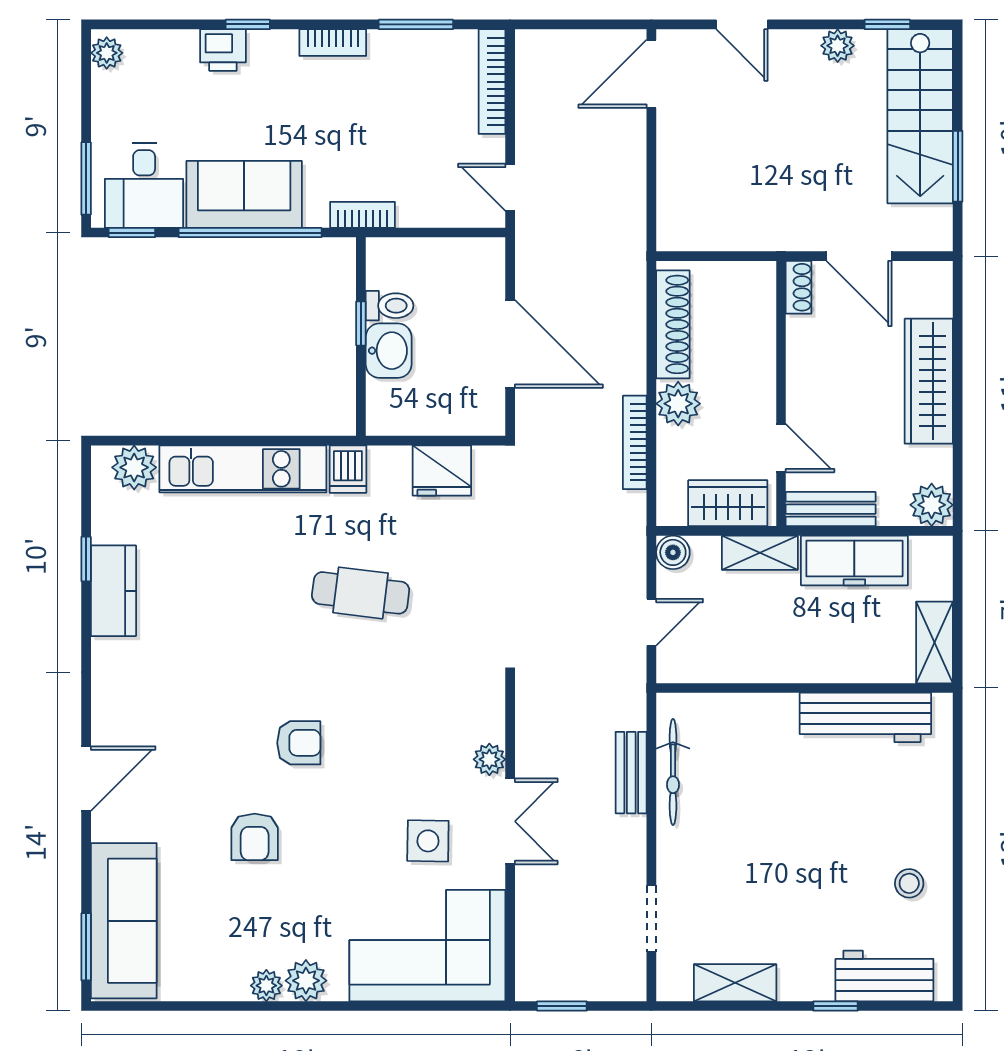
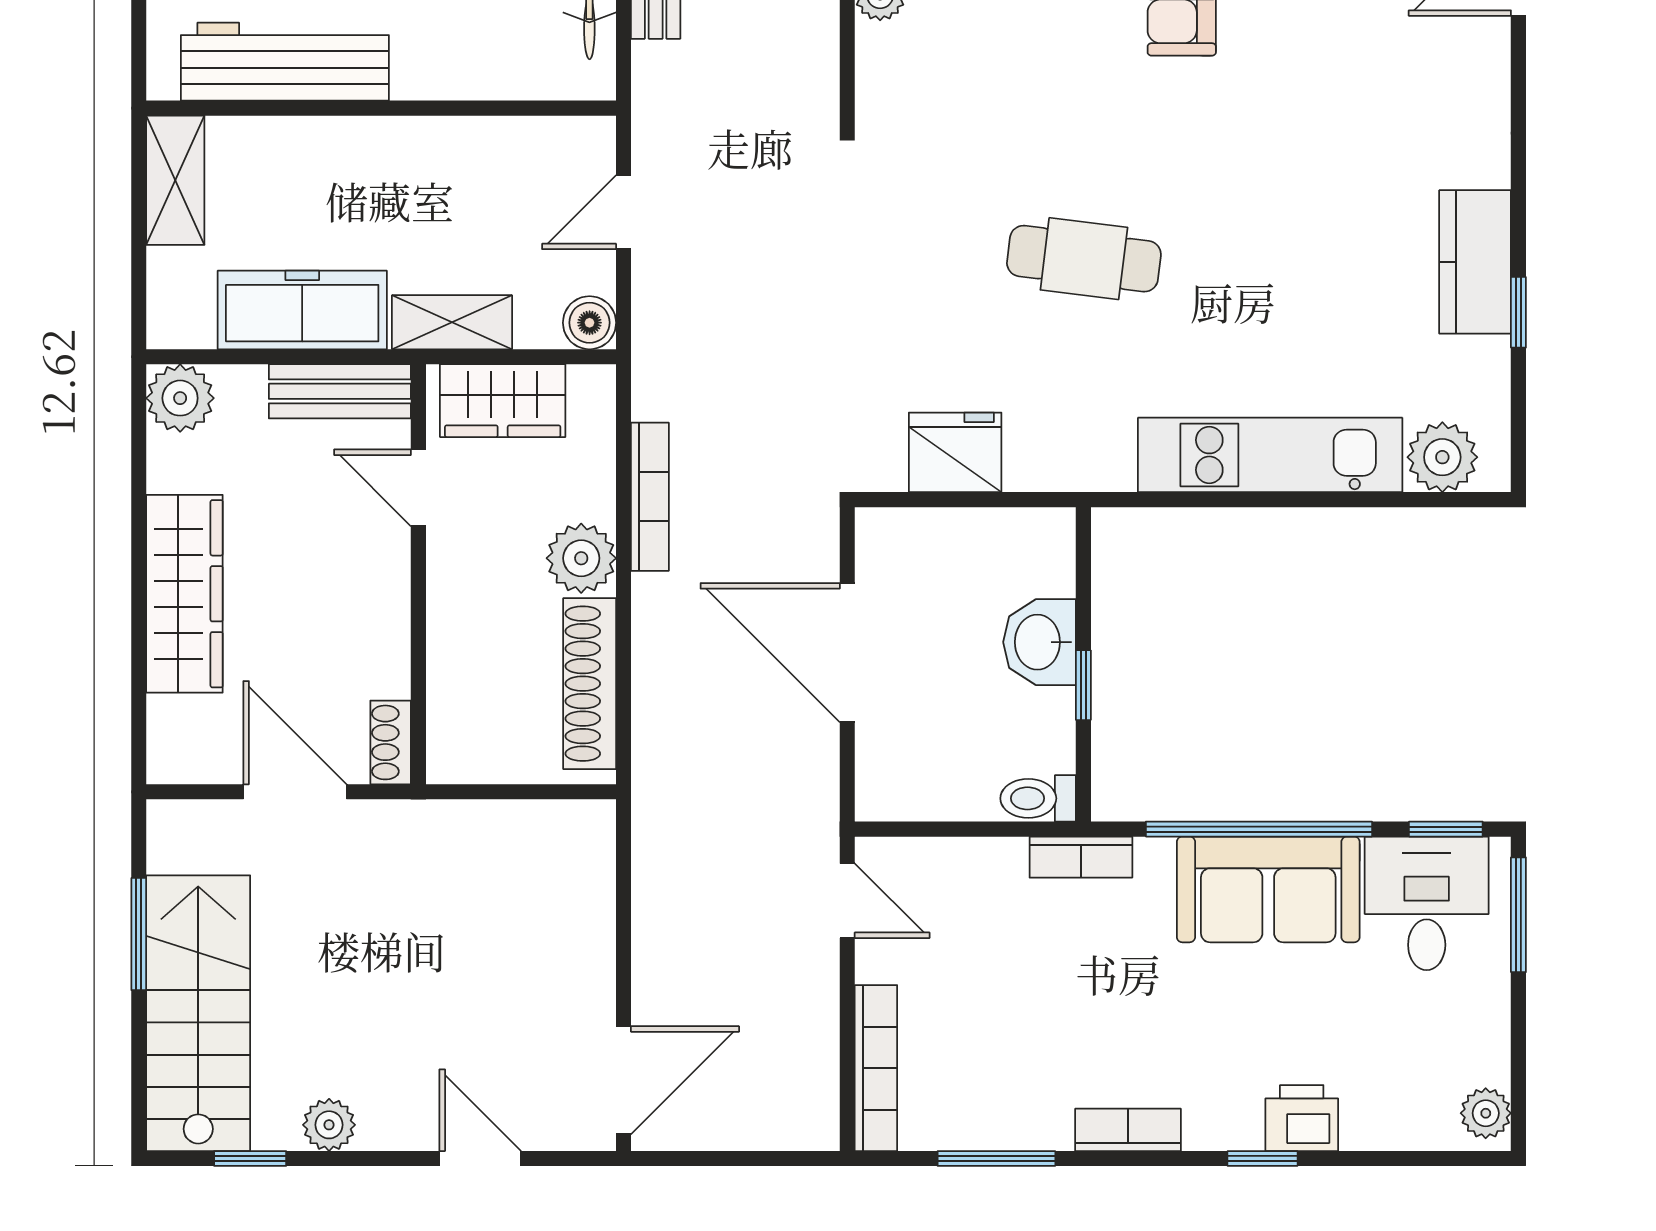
toilet: (390, 306) -> (1038, 798), moved
dishwasher: (348, 469) -> (1104, 455), removed

